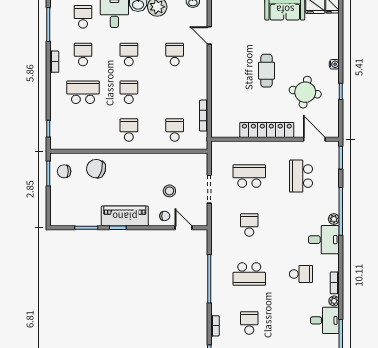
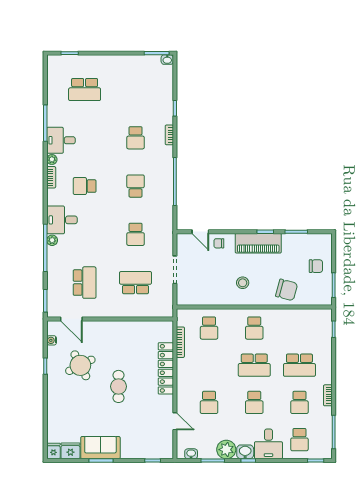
water cooler: (334, 64) -> (52, 340), moved
school desk: (129, 92) -> (254, 365), width x1.85
round table: (305, 92) -> (80, 365), turned -37
locker: (267, 130) -> (166, 368), moved, turned 90
chair: (64, 171) -> (316, 266), moved
school desk: (249, 176) -> (136, 283), turned 180
stool: (169, 191) -> (243, 283), moved
school desk: (249, 274) -> (136, 186), width x0.54

